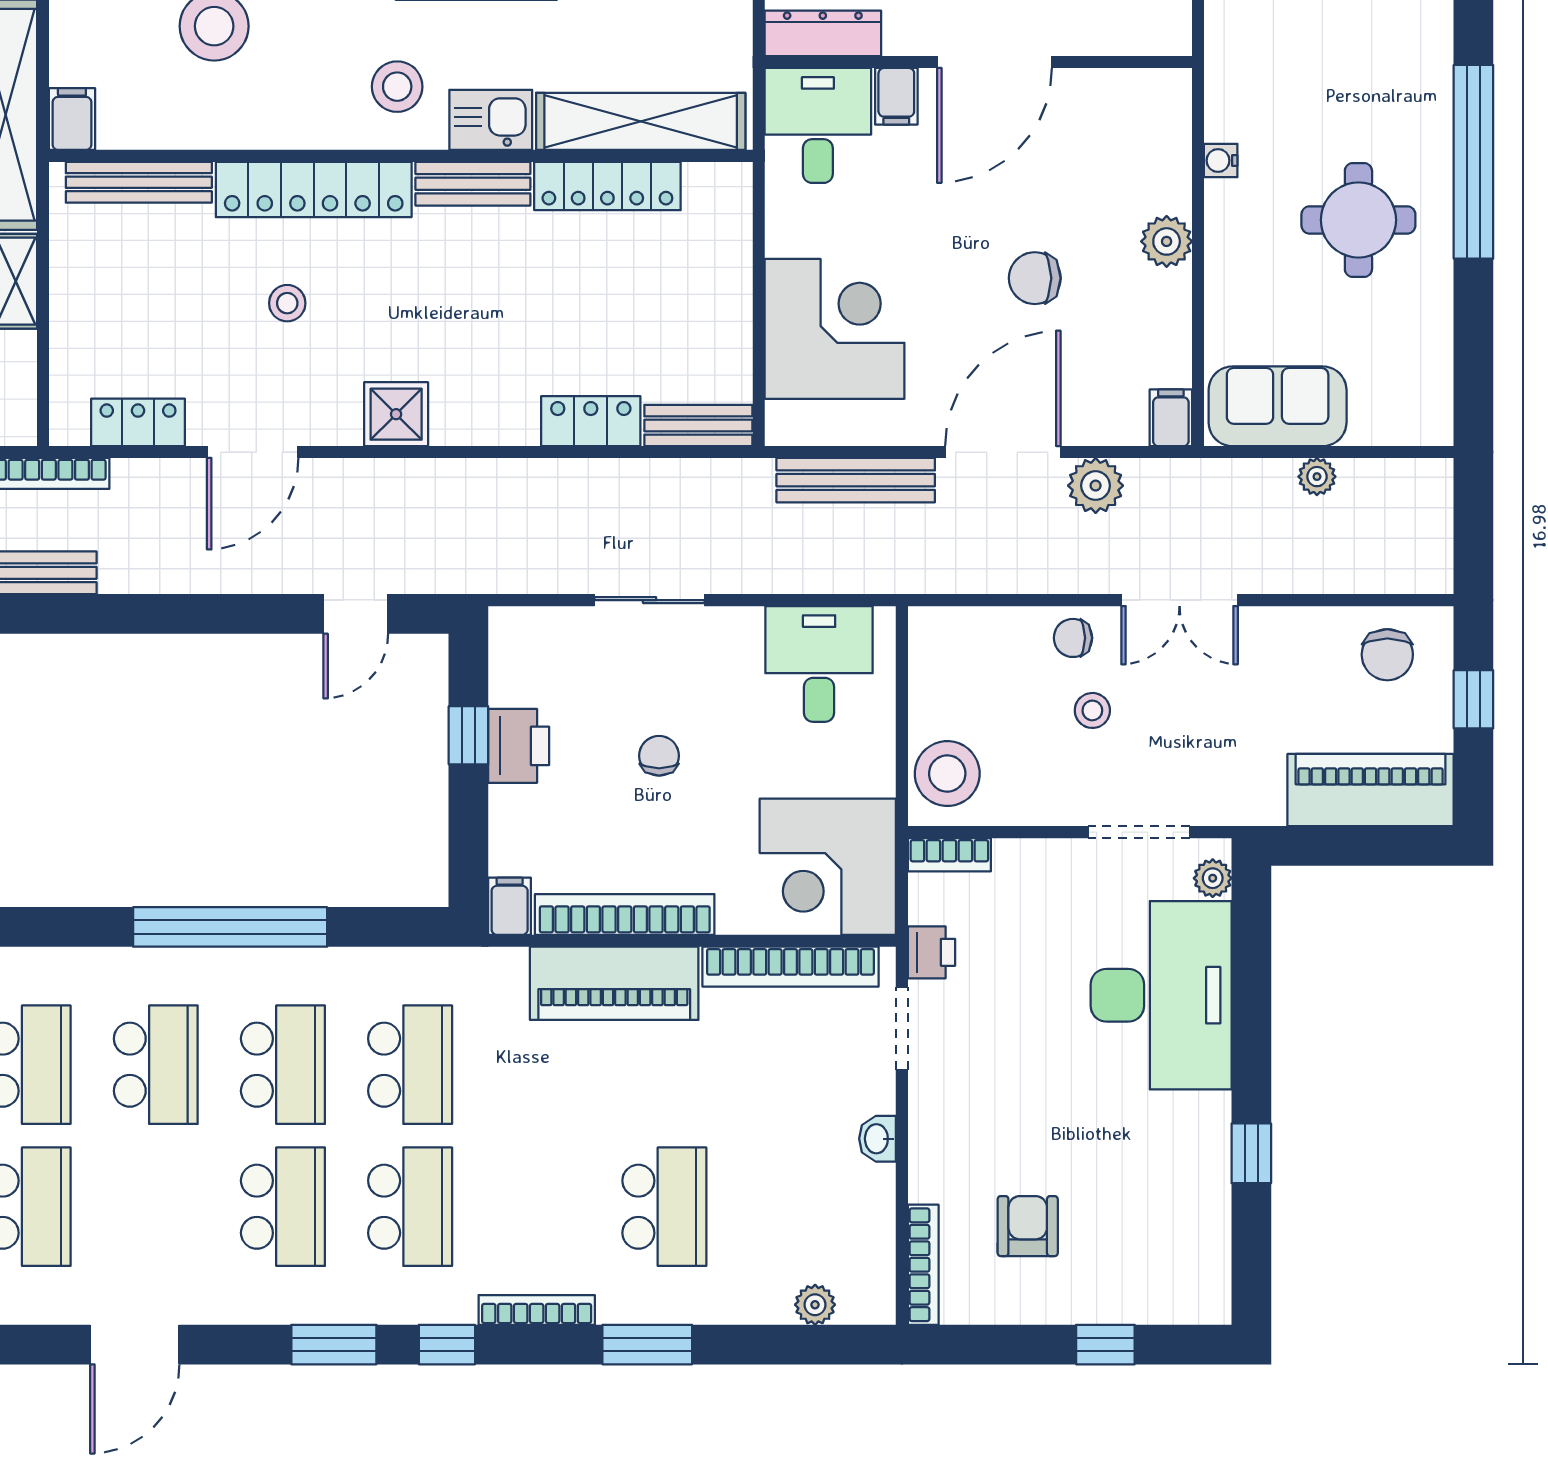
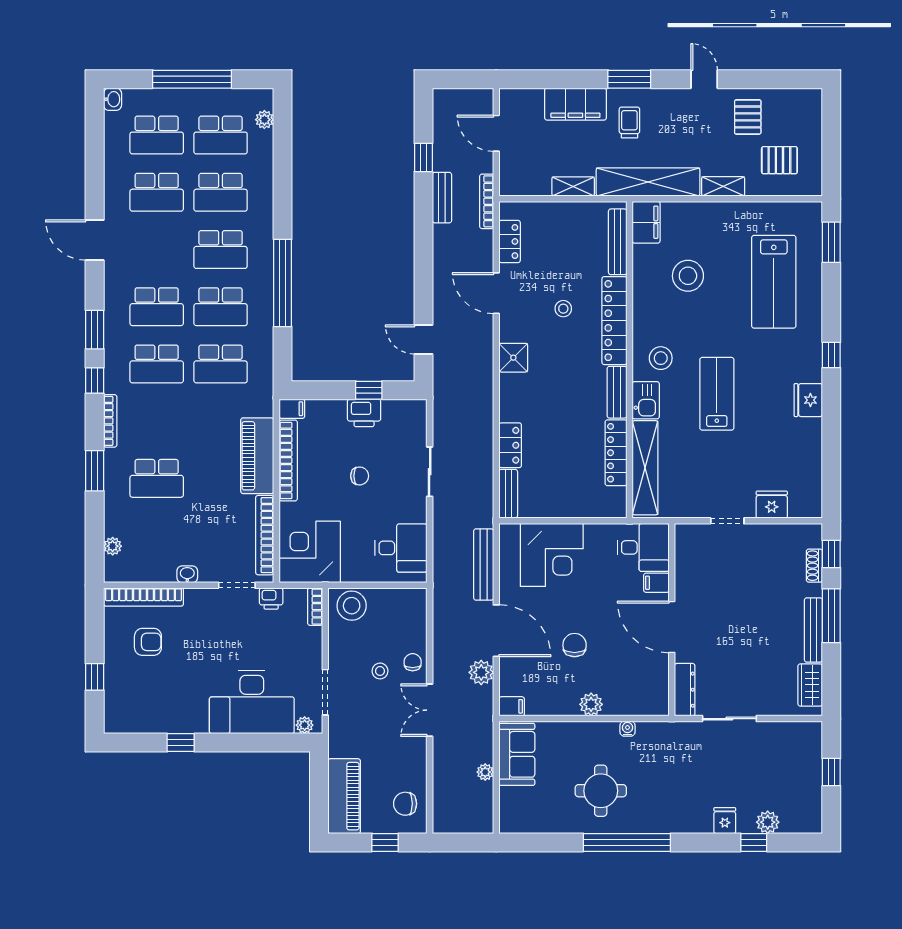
dresser: (823, 33) -> (685, 690), moved
filing cabinet: (72, 119) -> (646, 222), width x2.00
bookcase: (923, 1265) -> (144, 597), width x1.48, depth x1.31

